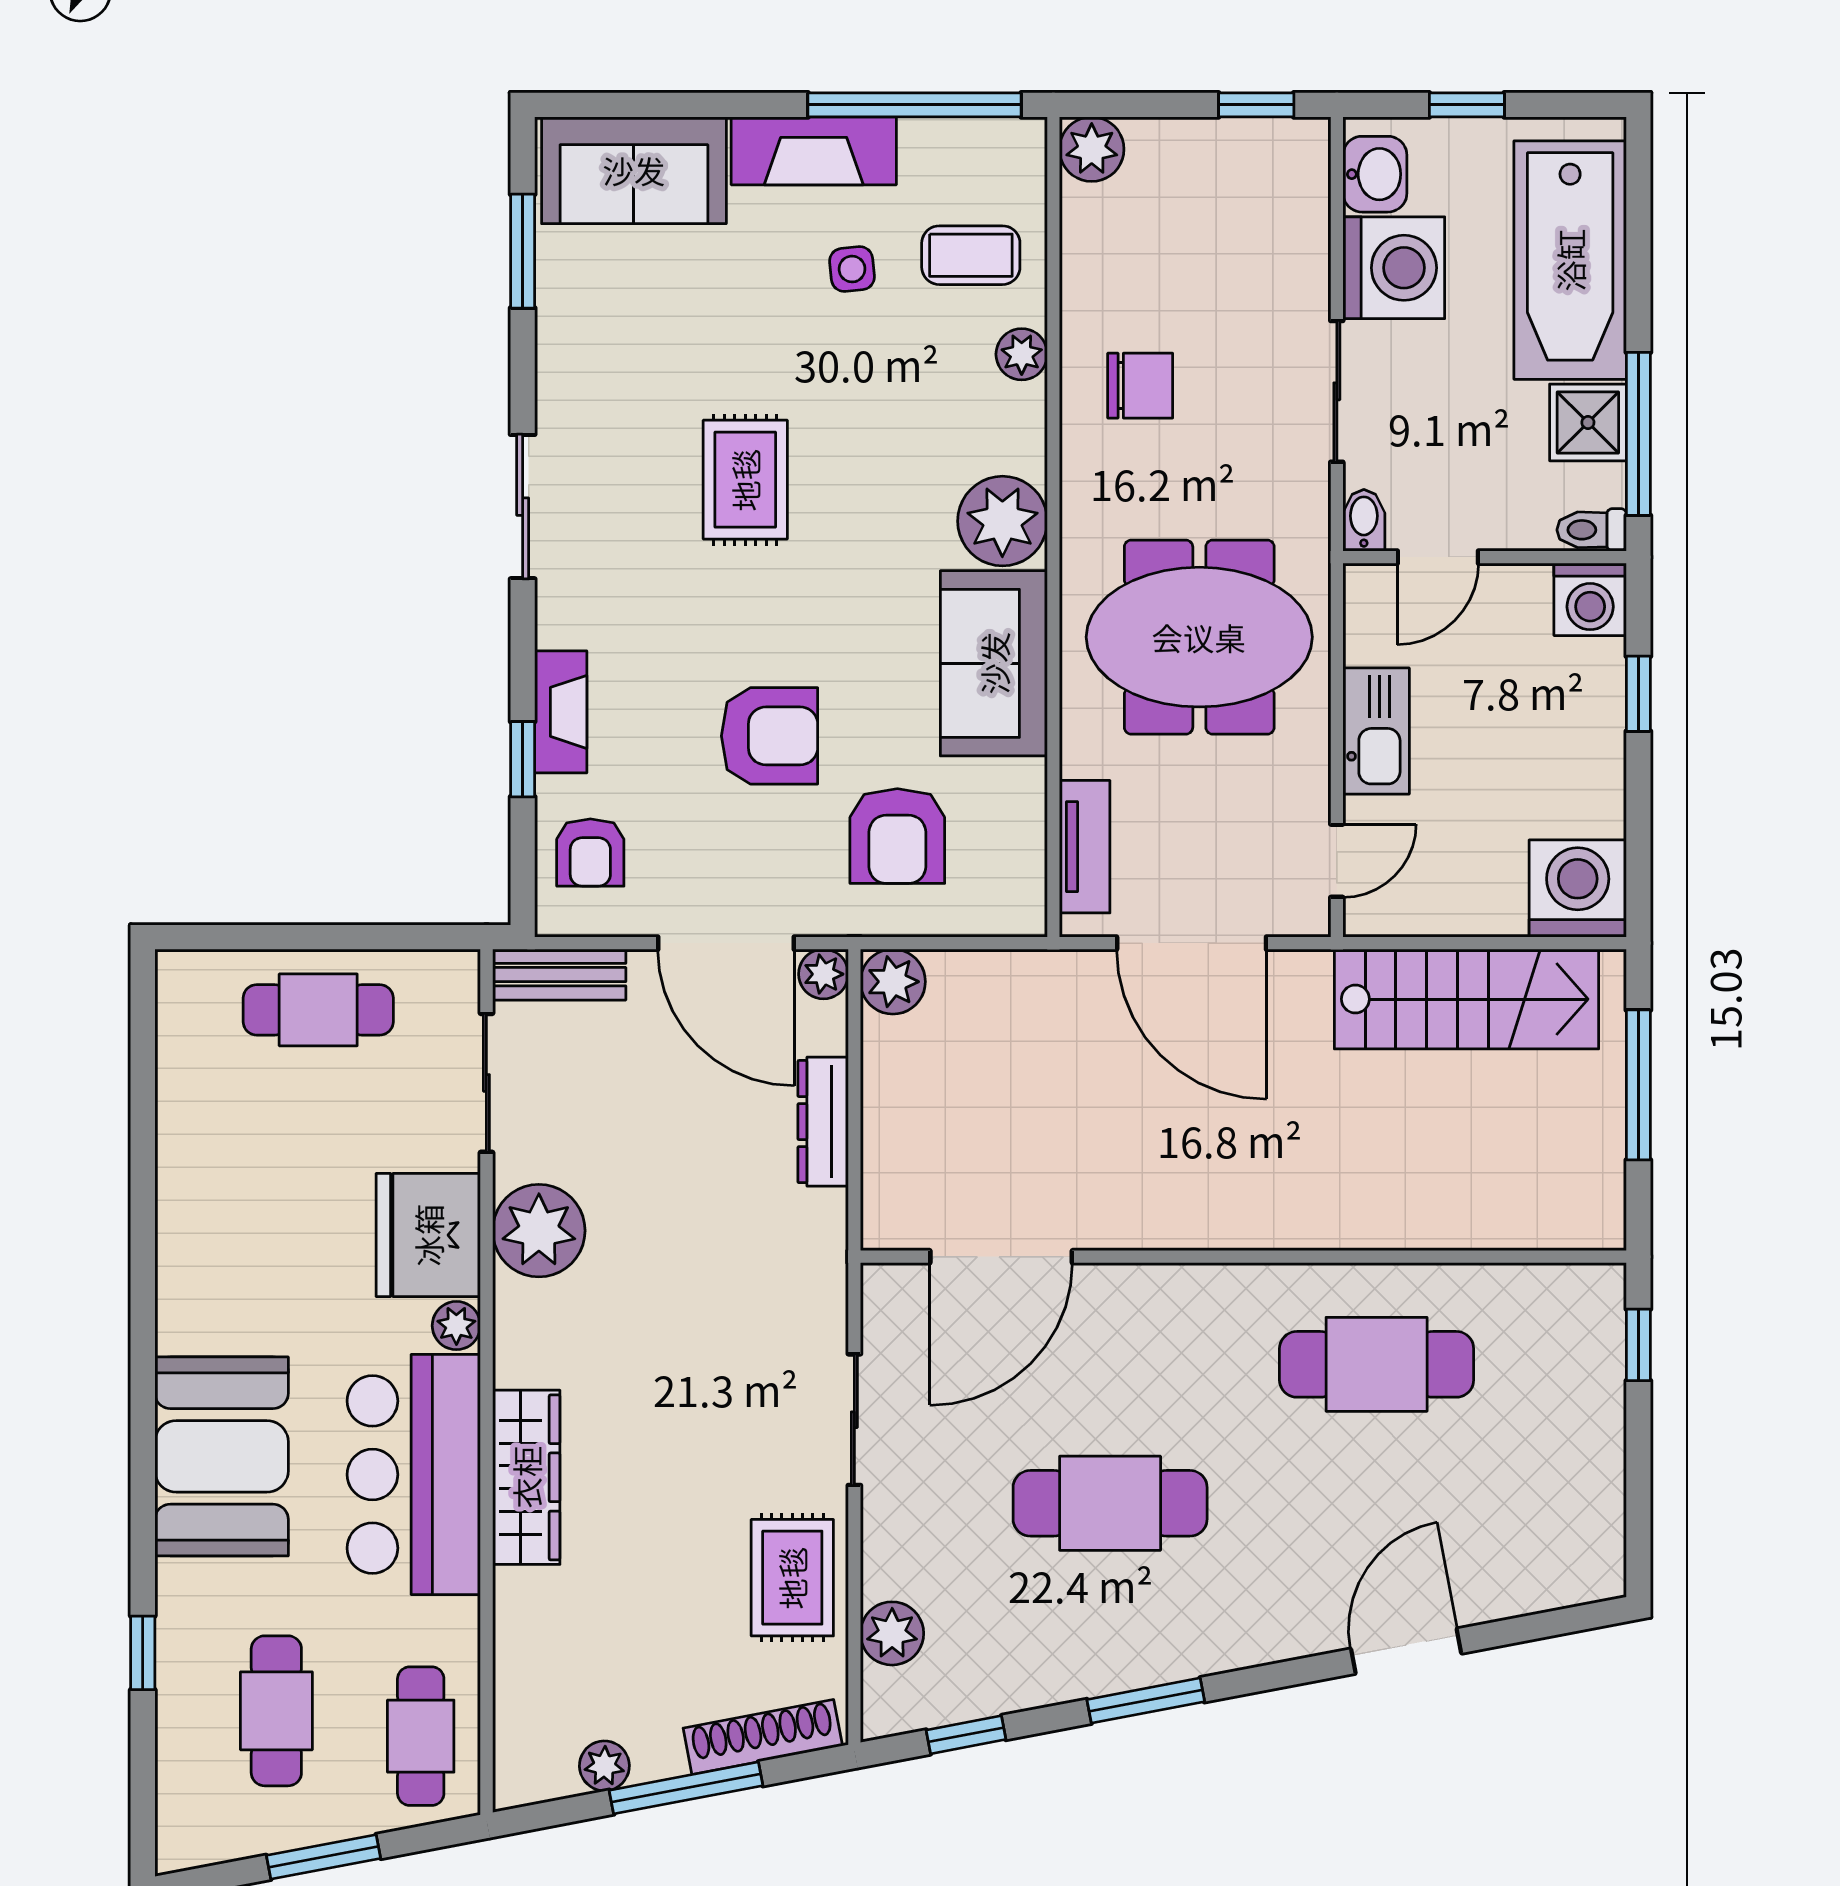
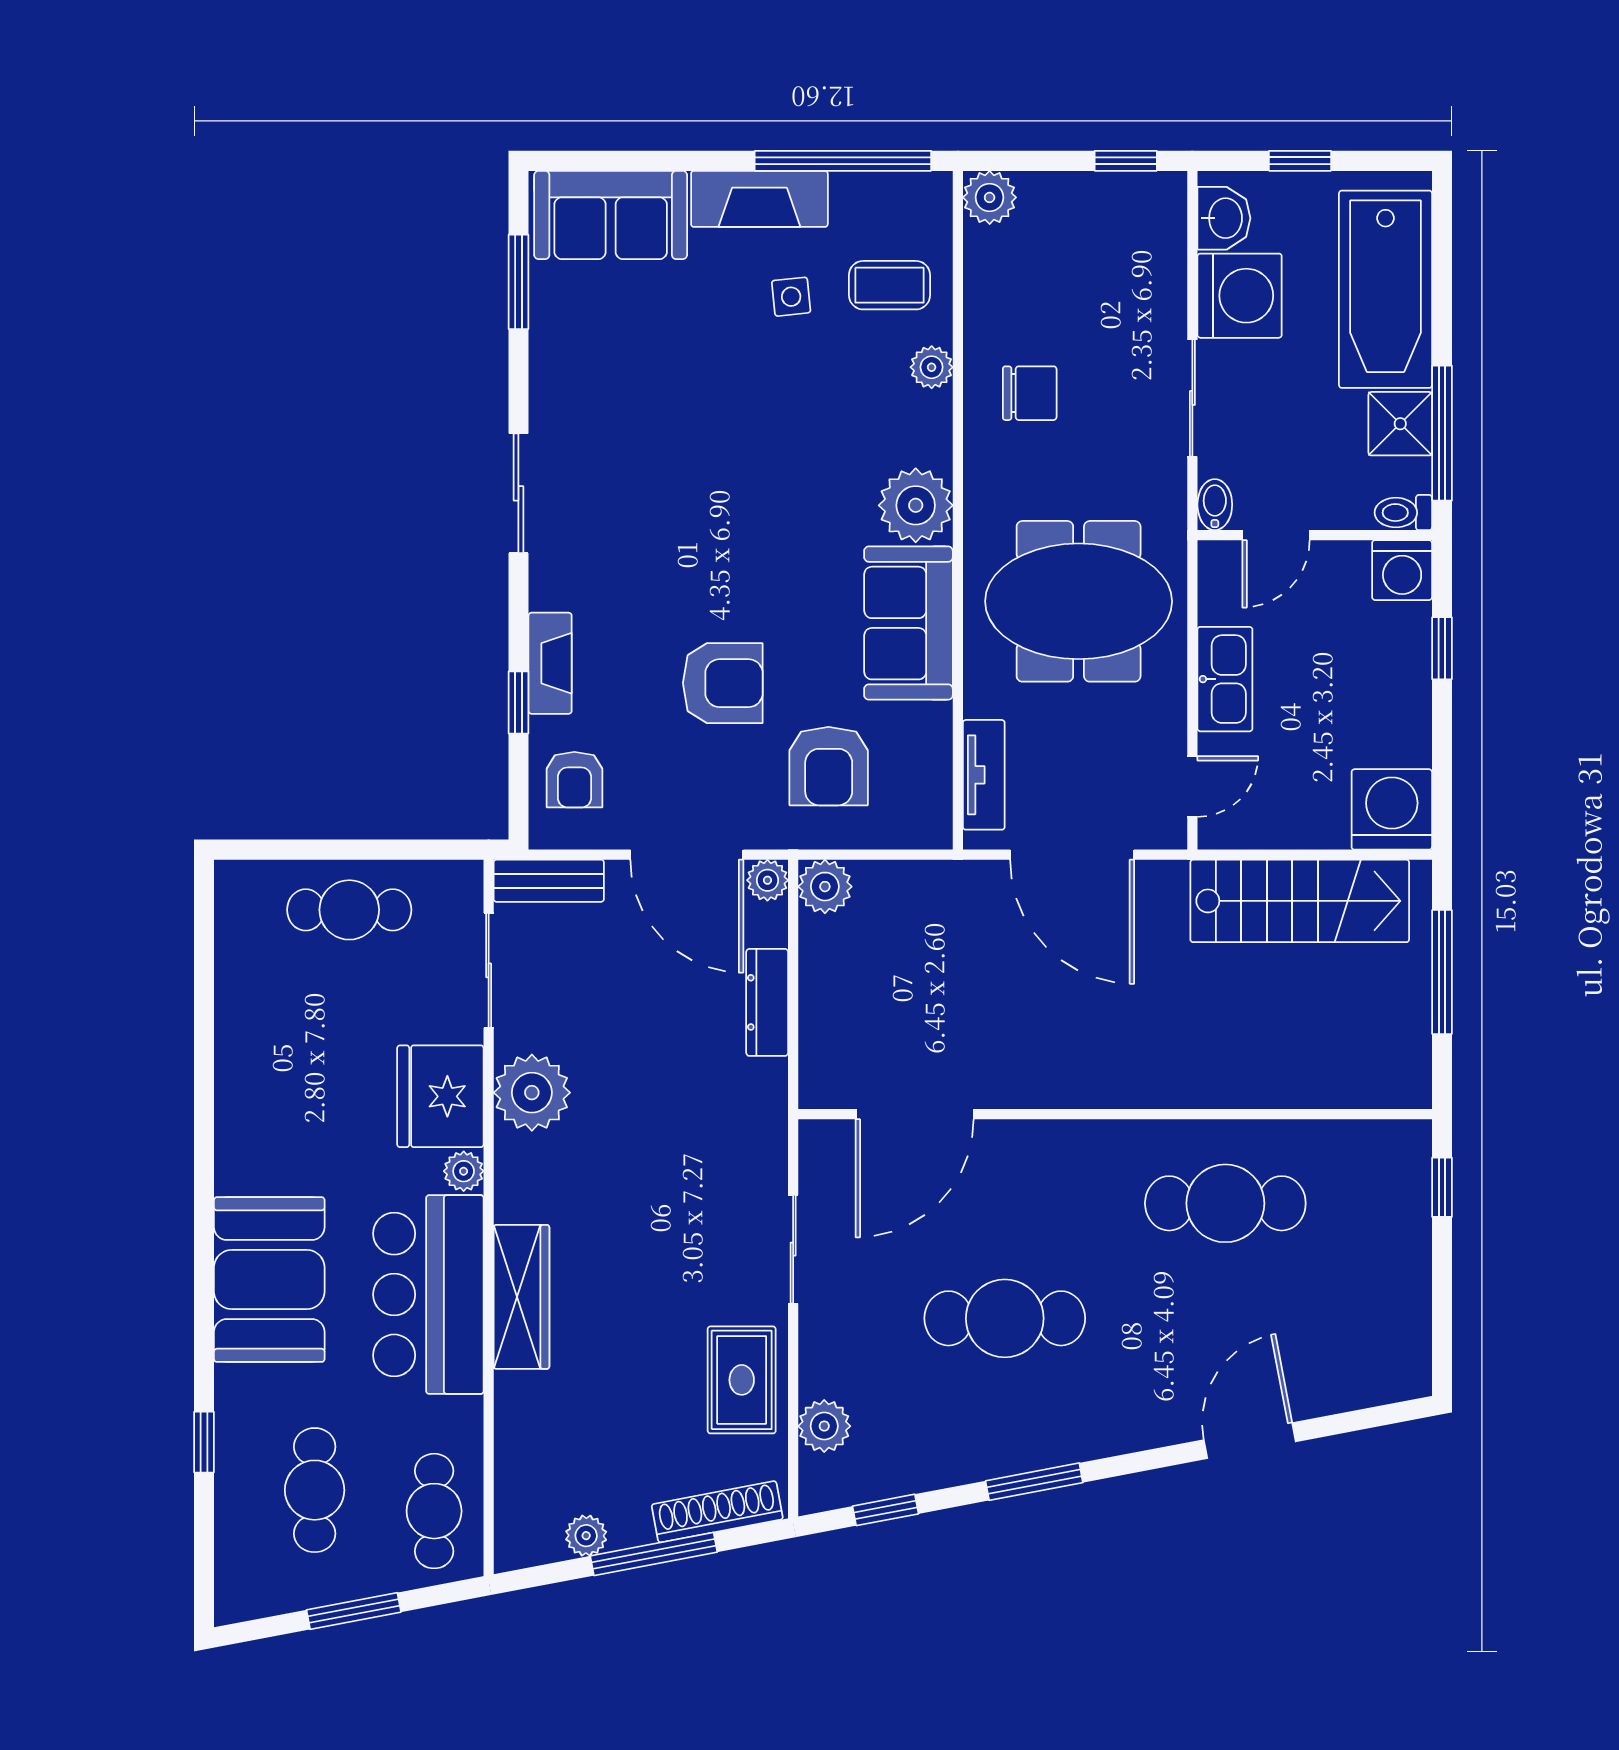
rug: (745, 480) -> (703, 471), removed

